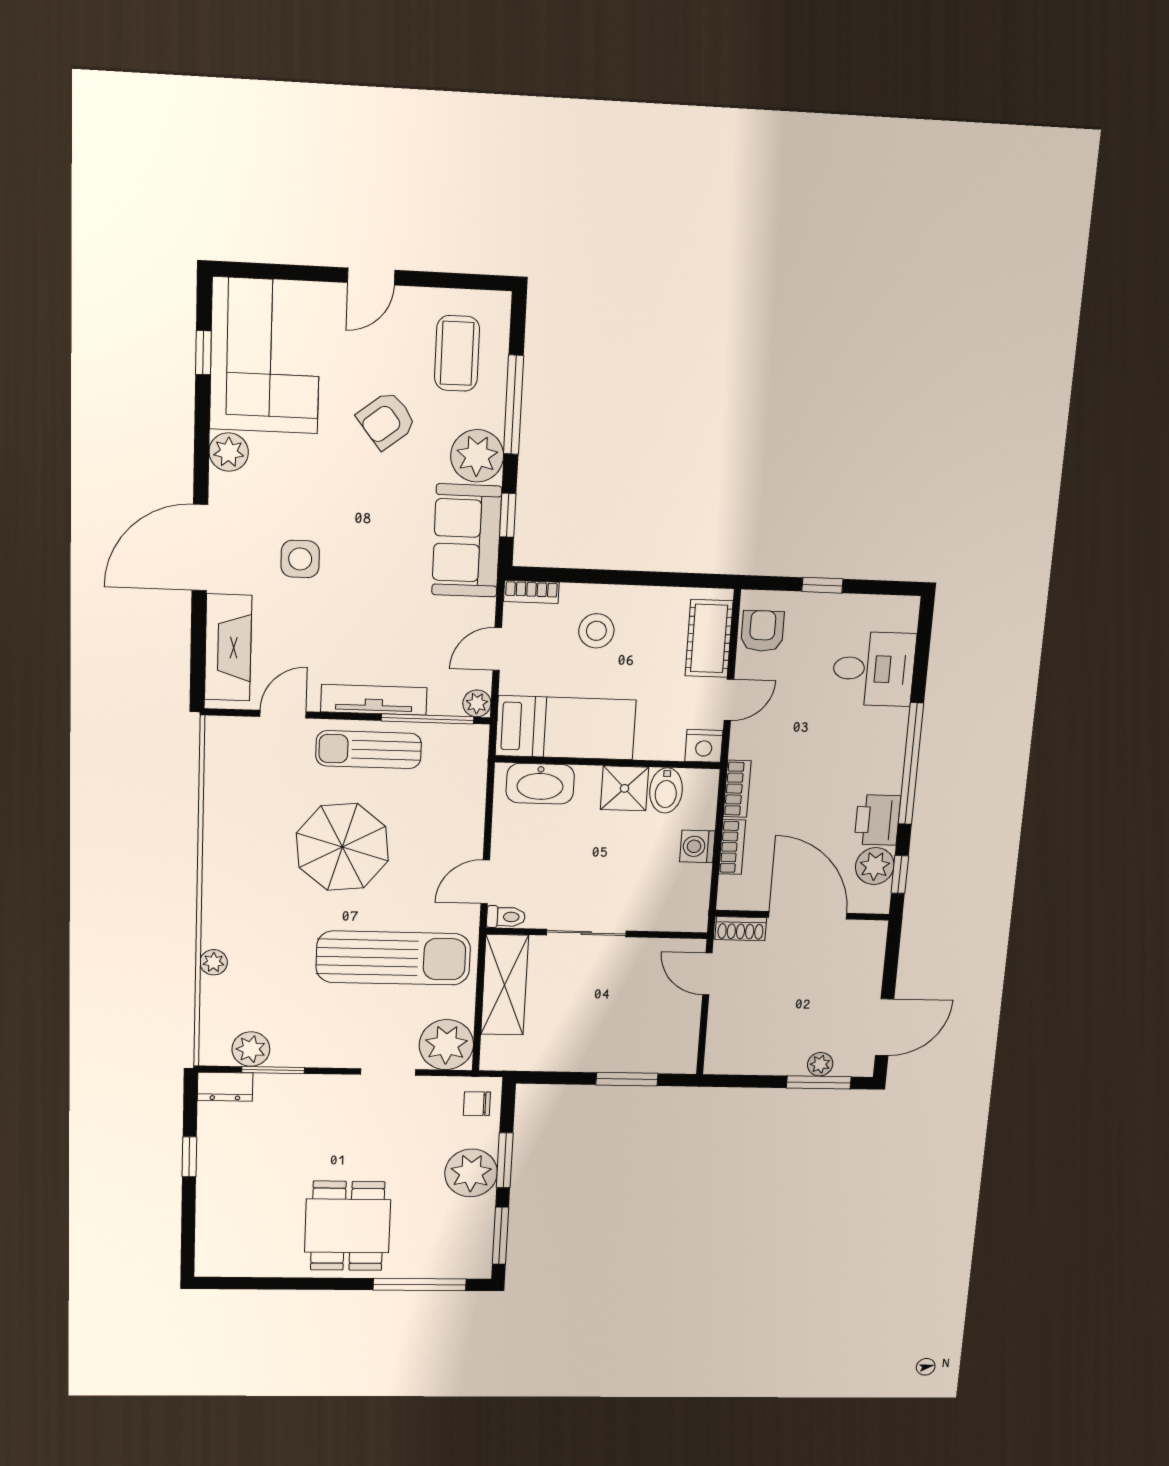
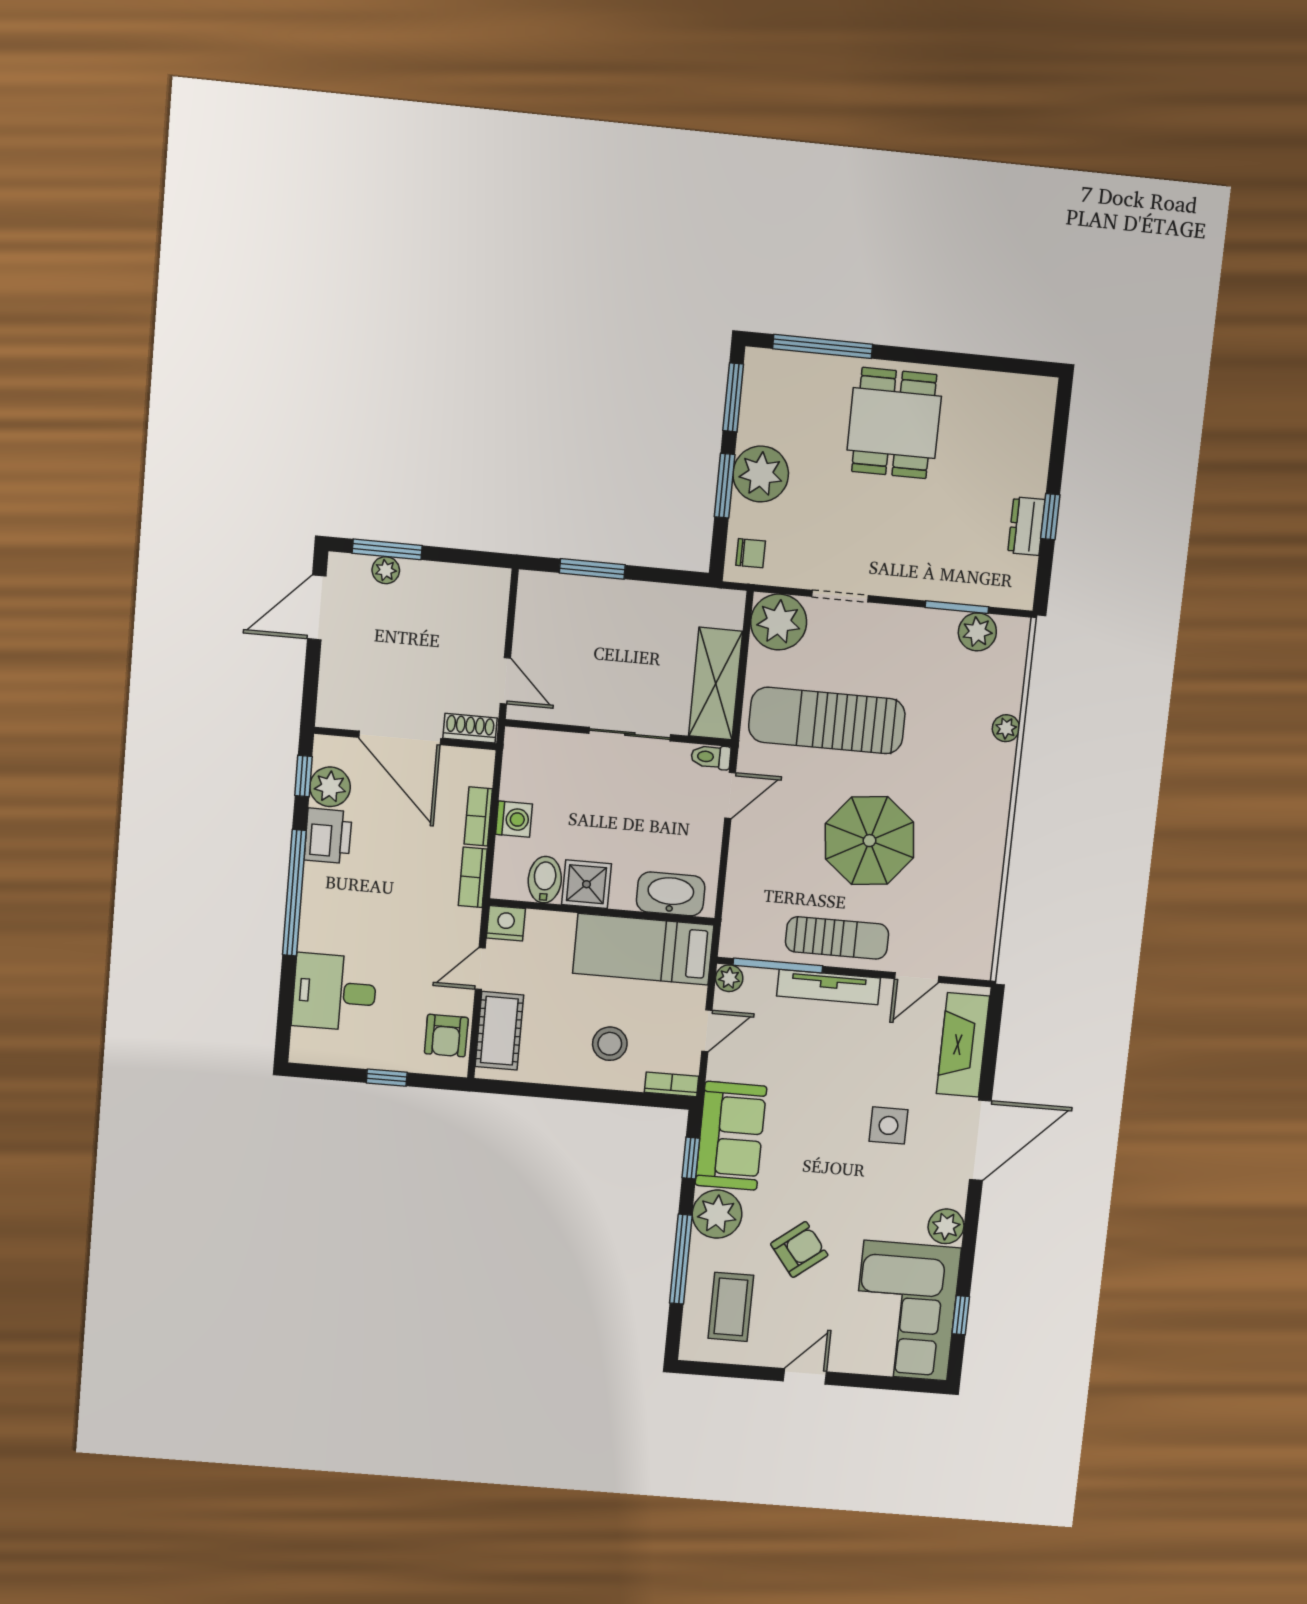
dresser: (225, 1087) -> (1026, 526), moved, turned -90

